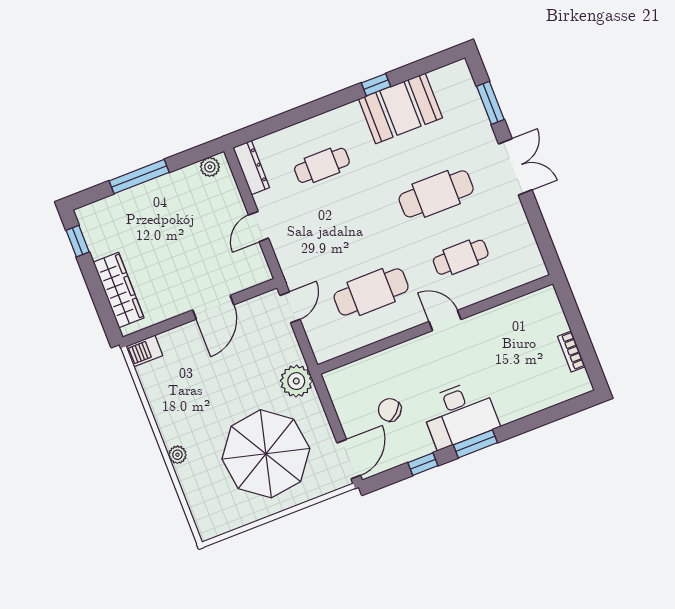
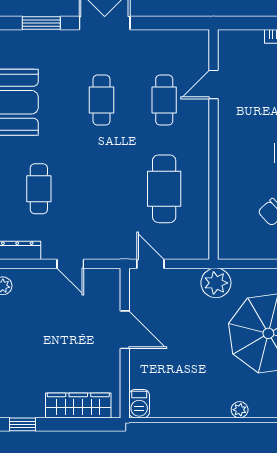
cafe table: (436, 194) -> (102, 100), width x0.73, depth x0.74
door: (445, 321) -> (213, 84), moved

